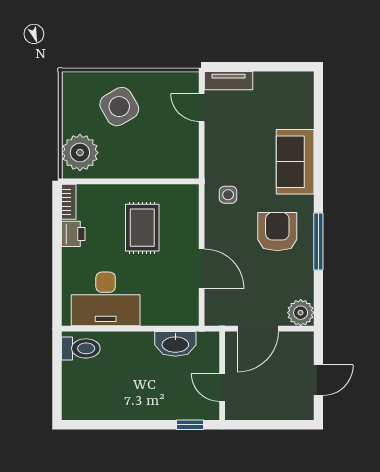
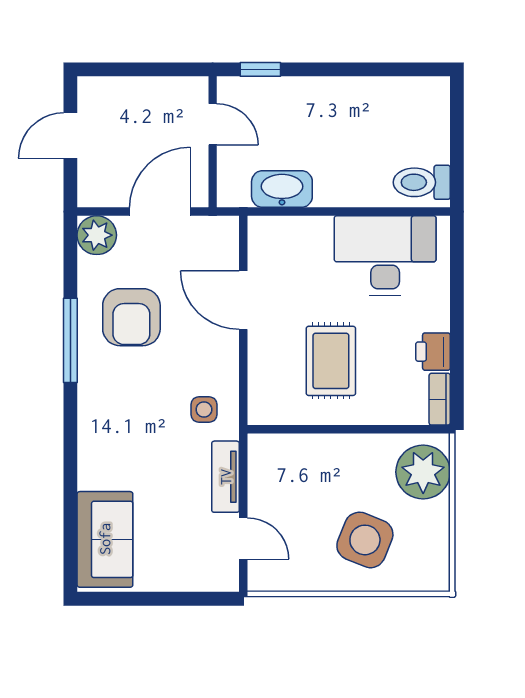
tv unit: (228, 81) -> (226, 477), moved, turned -90
side table: (119, 107) -> (365, 540), turned -38
sofa: (295, 162) -> (105, 539), moved
armchair: (277, 232) -> (131, 317), moved

